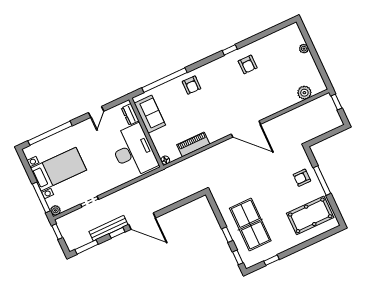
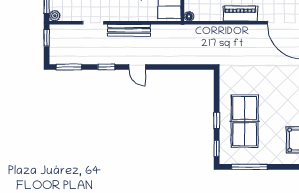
piano: (193, 144) -> (240, 14), moved
door: (142, 221) -> (137, 67), width x0.53
bench: (109, 228) -> (129, 30), moved
window: (271, 260) -> (249, 167), width x2.17

